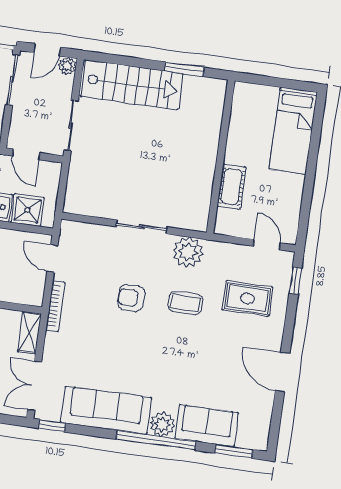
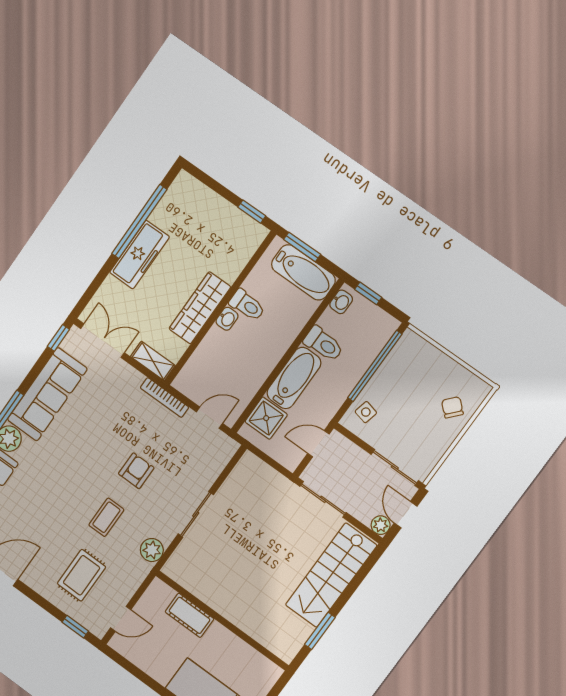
plant: (188, 252) -> (152, 550), width x0.73, depth x0.73

